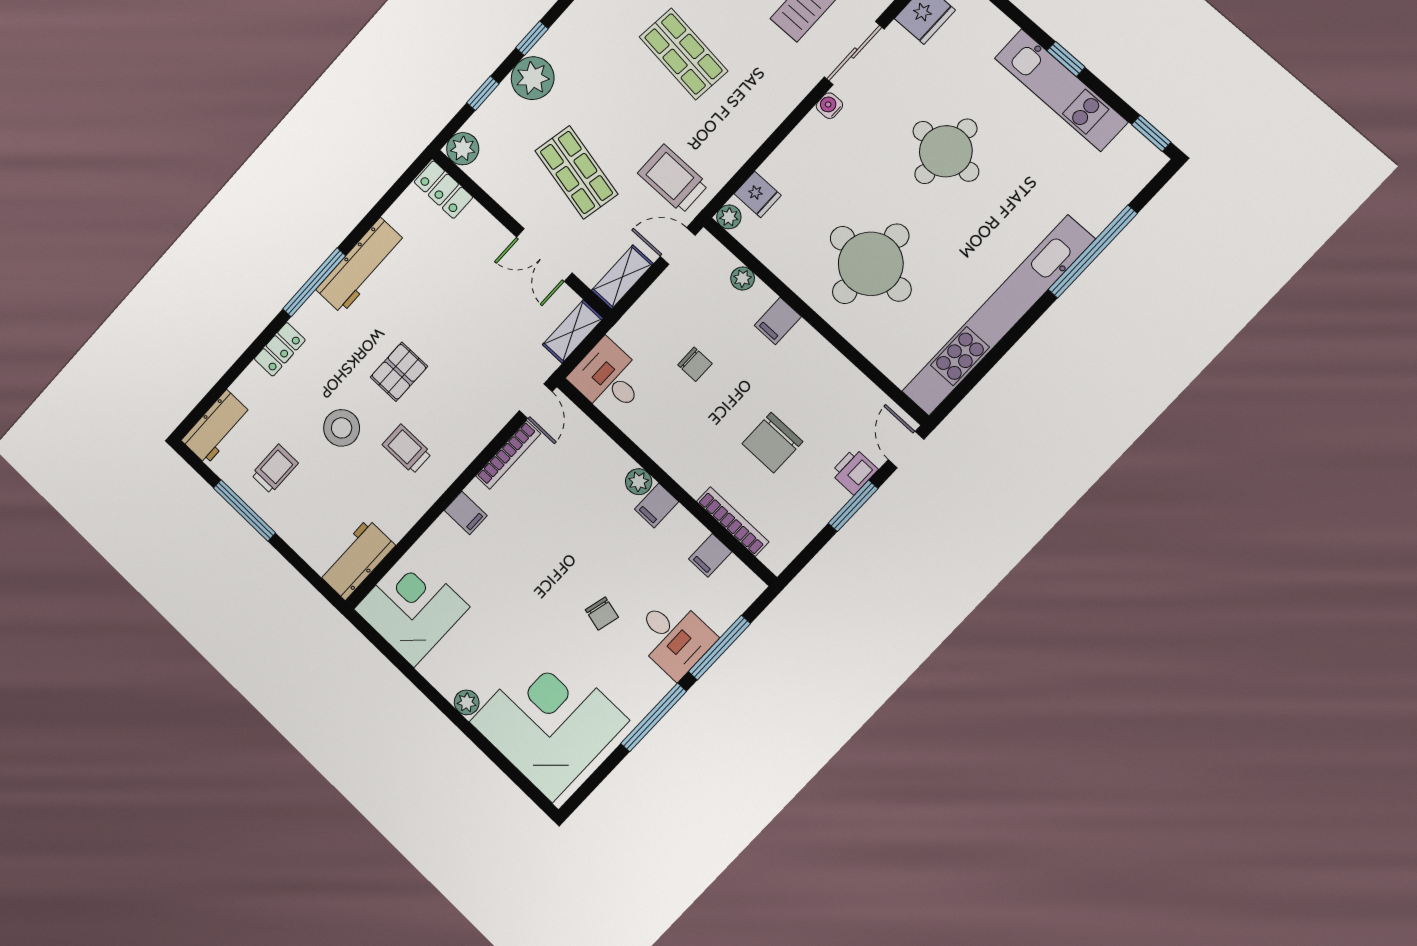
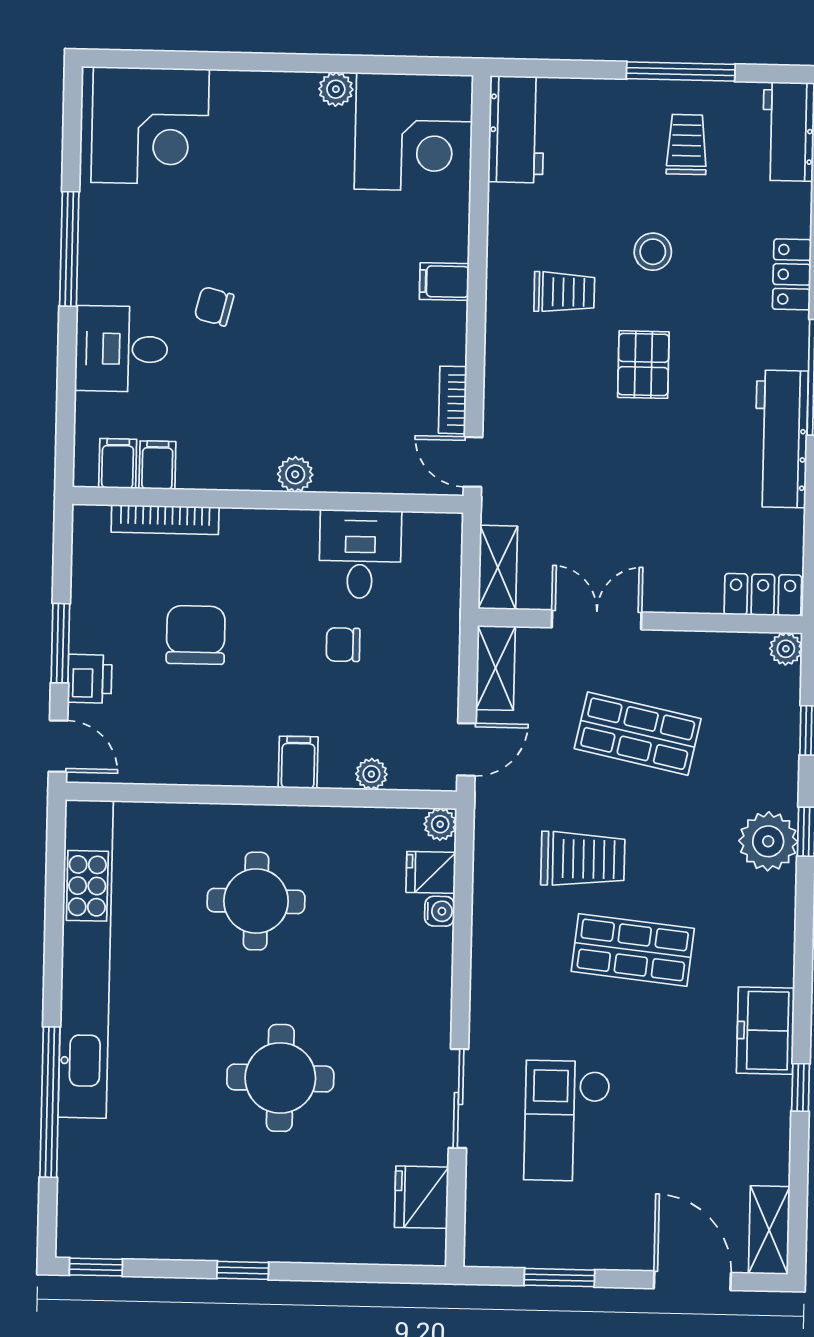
plant: (533, 78) -> (768, 841), moved
kitchen unit: (1061, 90) -> (221, 1235), removed
water cooler: (829, 106) -> (440, 911), moved
plant: (463, 149) -> (786, 649), width x0.73, depth x0.73
trolley: (673, 179) -> (583, 859), moved
round table: (871, 264) -> (256, 901), width x0.73, depth x0.73
desk: (609, 378) -> (360, 554), moved, turned -90
stool: (342, 428) -> (653, 252), width x0.73, depth x0.73
bookcase: (508, 455) -> (453, 400), width x0.64
trolley: (275, 469) -> (687, 144), turned 180
filing cabinet: (656, 505) -> (118, 463), moved
window: (719, 648) -> (66, 380), removed
plant: (467, 702) -> (336, 89), moved
corner desk: (549, 721) -> (150, 126), width x0.74, depth x0.74

